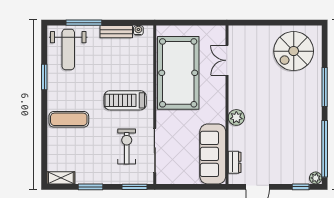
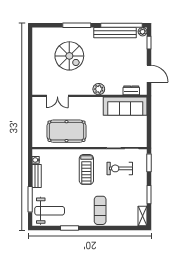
spiral stairs: (294, 51) -> (69, 56), moved
pool table: (178, 73) -> (67, 131), width x0.73, depth x0.76
bench: (315, 140) -> (115, 33), added

